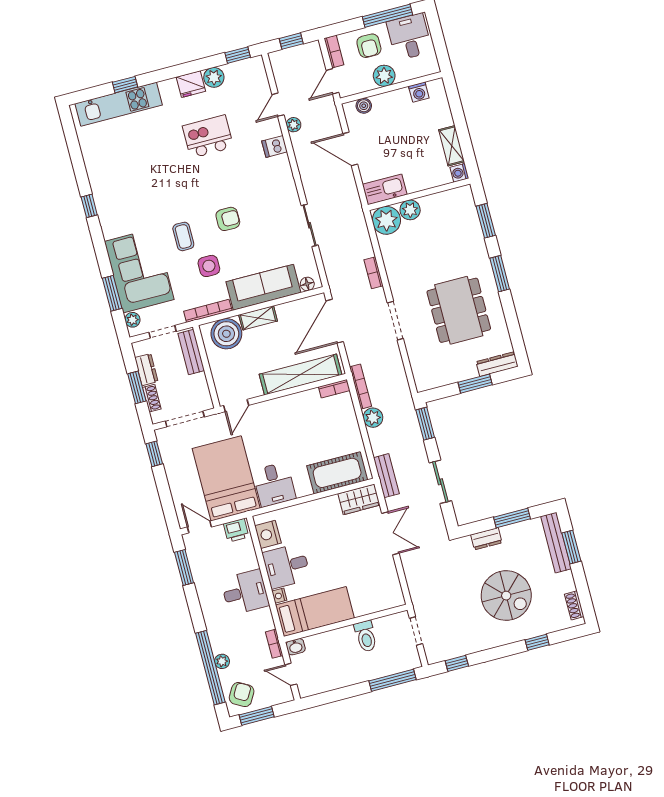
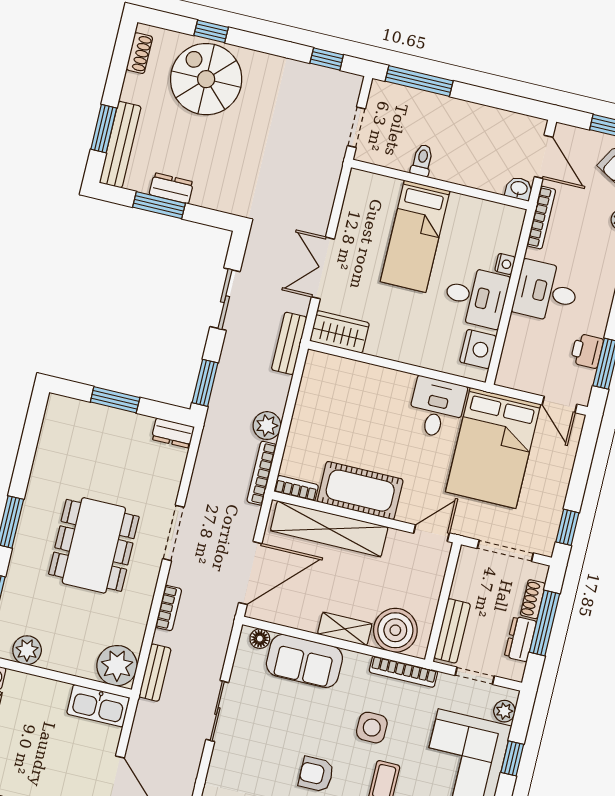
plant: (410, 210) -> (27, 650), moved
bench: (361, 228) -> (155, 673), added
sofa: (263, 287) -> (304, 661), width x0.73
window: (112, 293) -> (512, 758), width x0.67
dining table: (459, 310) -> (94, 545), moved
dresser: (497, 364) -> (173, 433), moved, width x0.70
window: (137, 387) -> (545, 623), width x1.44
cot: (337, 473) -> (360, 491), moved
printer: (236, 530) -> (587, 351), moved, turned -90
dresser: (486, 539) -> (171, 188), moved
spiral stairs: (506, 596) -> (206, 79), moved
bed: (315, 612) -> (415, 236), moved, turned -90
toilet: (366, 636) -> (422, 160), width x0.73, depth x0.72
bookcase: (274, 644) -> (541, 218), width x1.56
door: (291, 674) -> (544, 157), width x1.37

